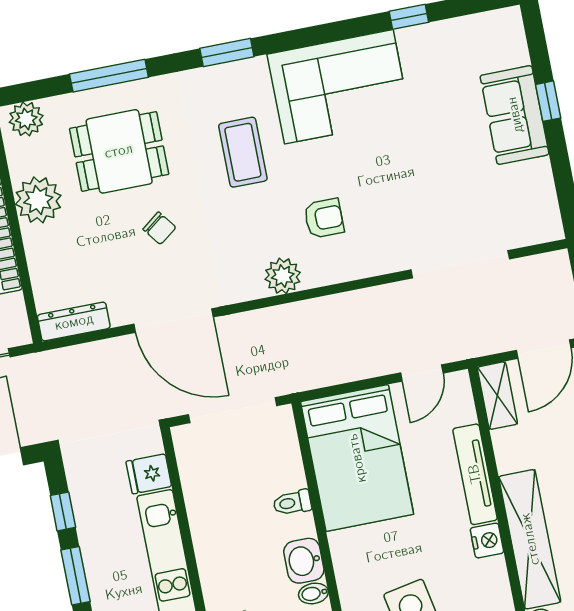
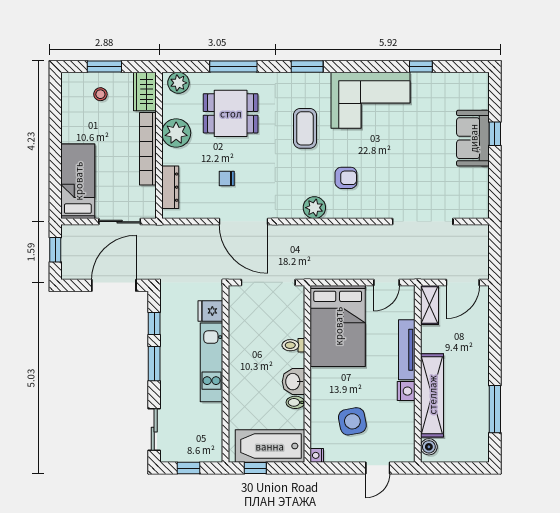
chair: (159, 228) -> (227, 178), moved, turned 127
dresser: (74, 322) -> (170, 187), moved, turned 90

